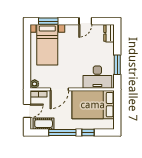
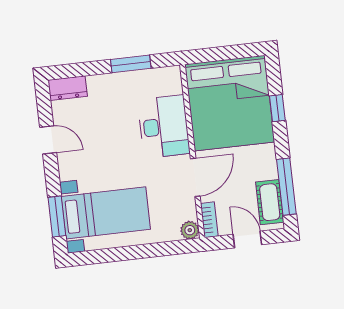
desk: (97, 77) -> (164, 127), moved
door: (59, 89) -> (195, 177), hinge flipped
bed: (93, 105) -> (229, 103), width x1.36
window: (62, 132) -> (286, 187), moved

